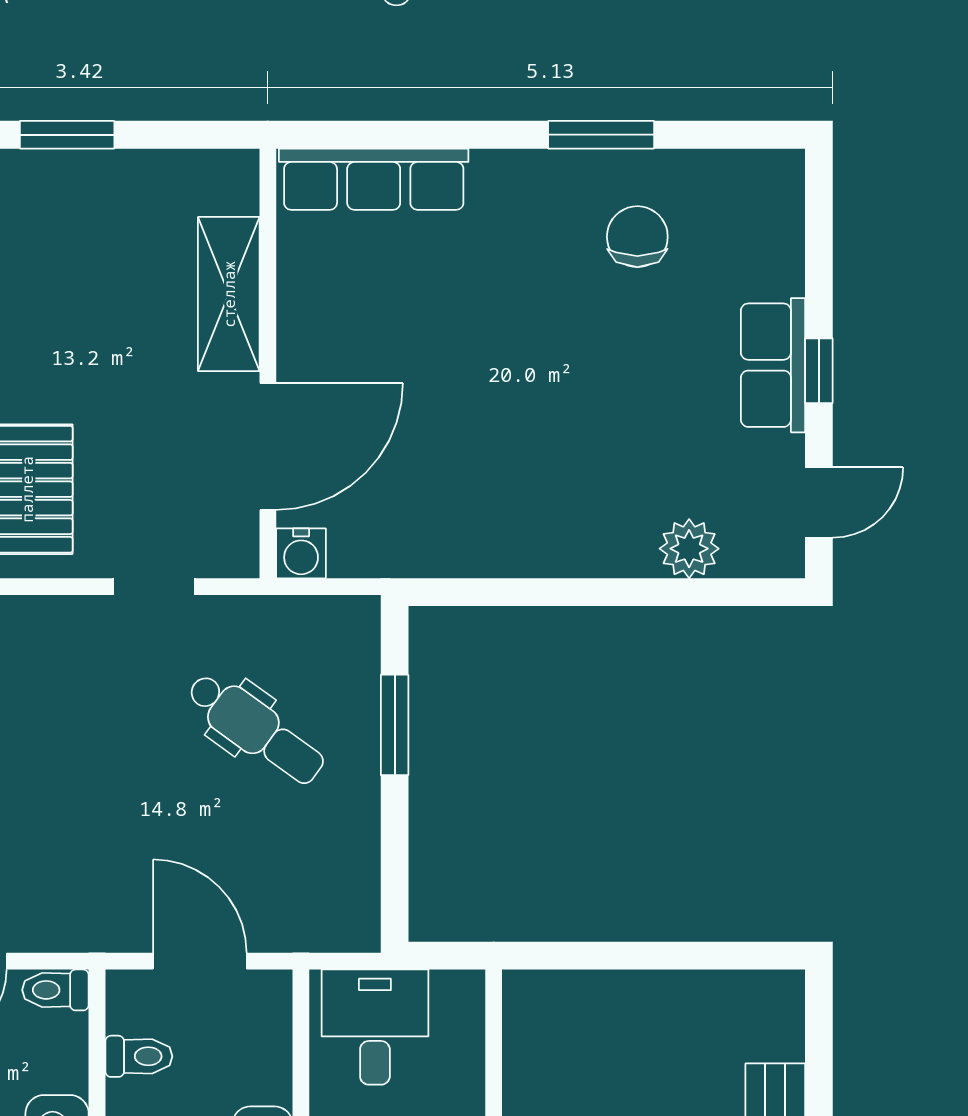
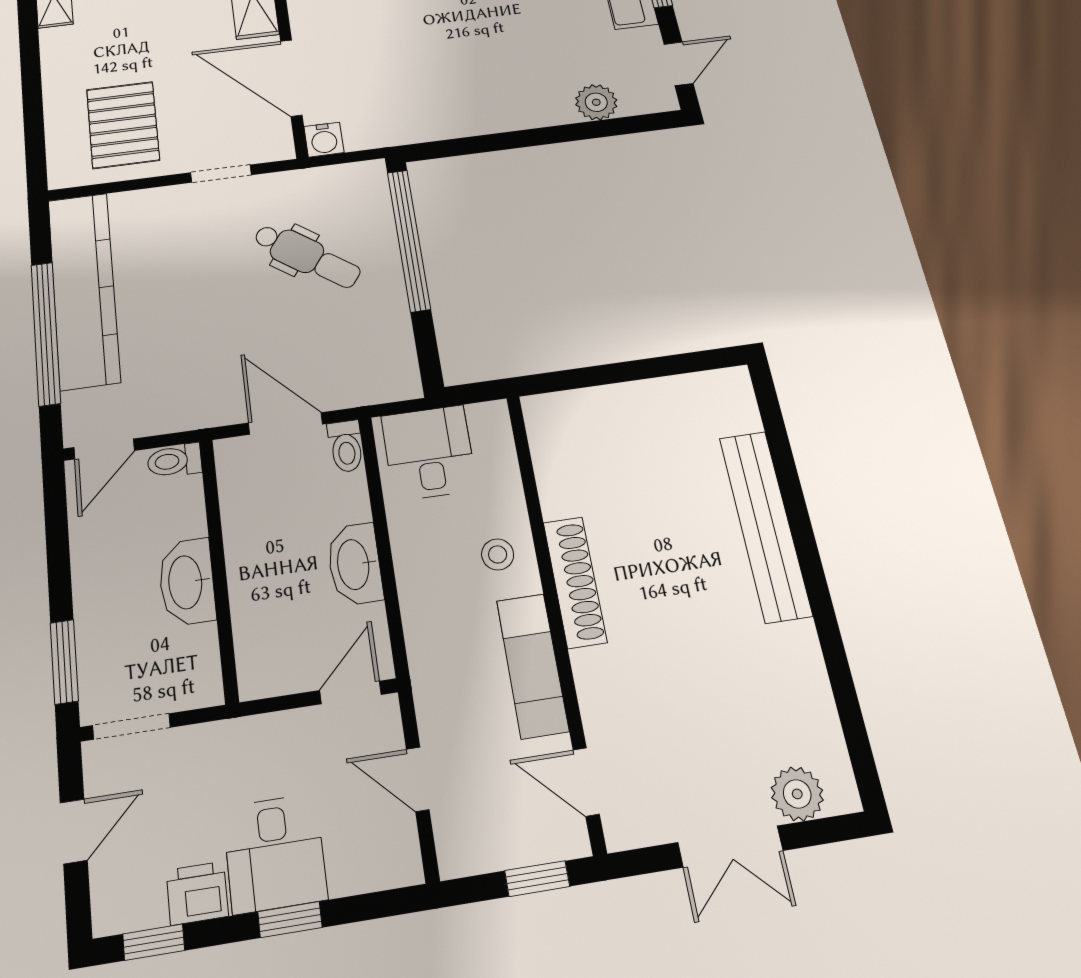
door: (268, 447) -> (291, 78), swing flipped
window: (395, 725) -> (409, 240), width x2.11
toilet: (139, 1056) -> (346, 446), moved, turned 90

